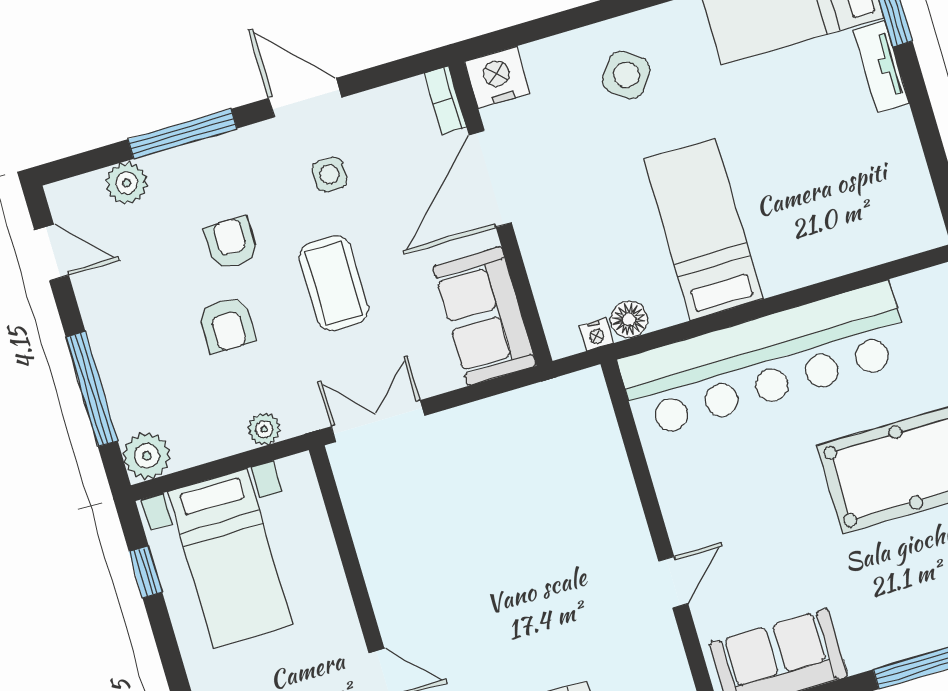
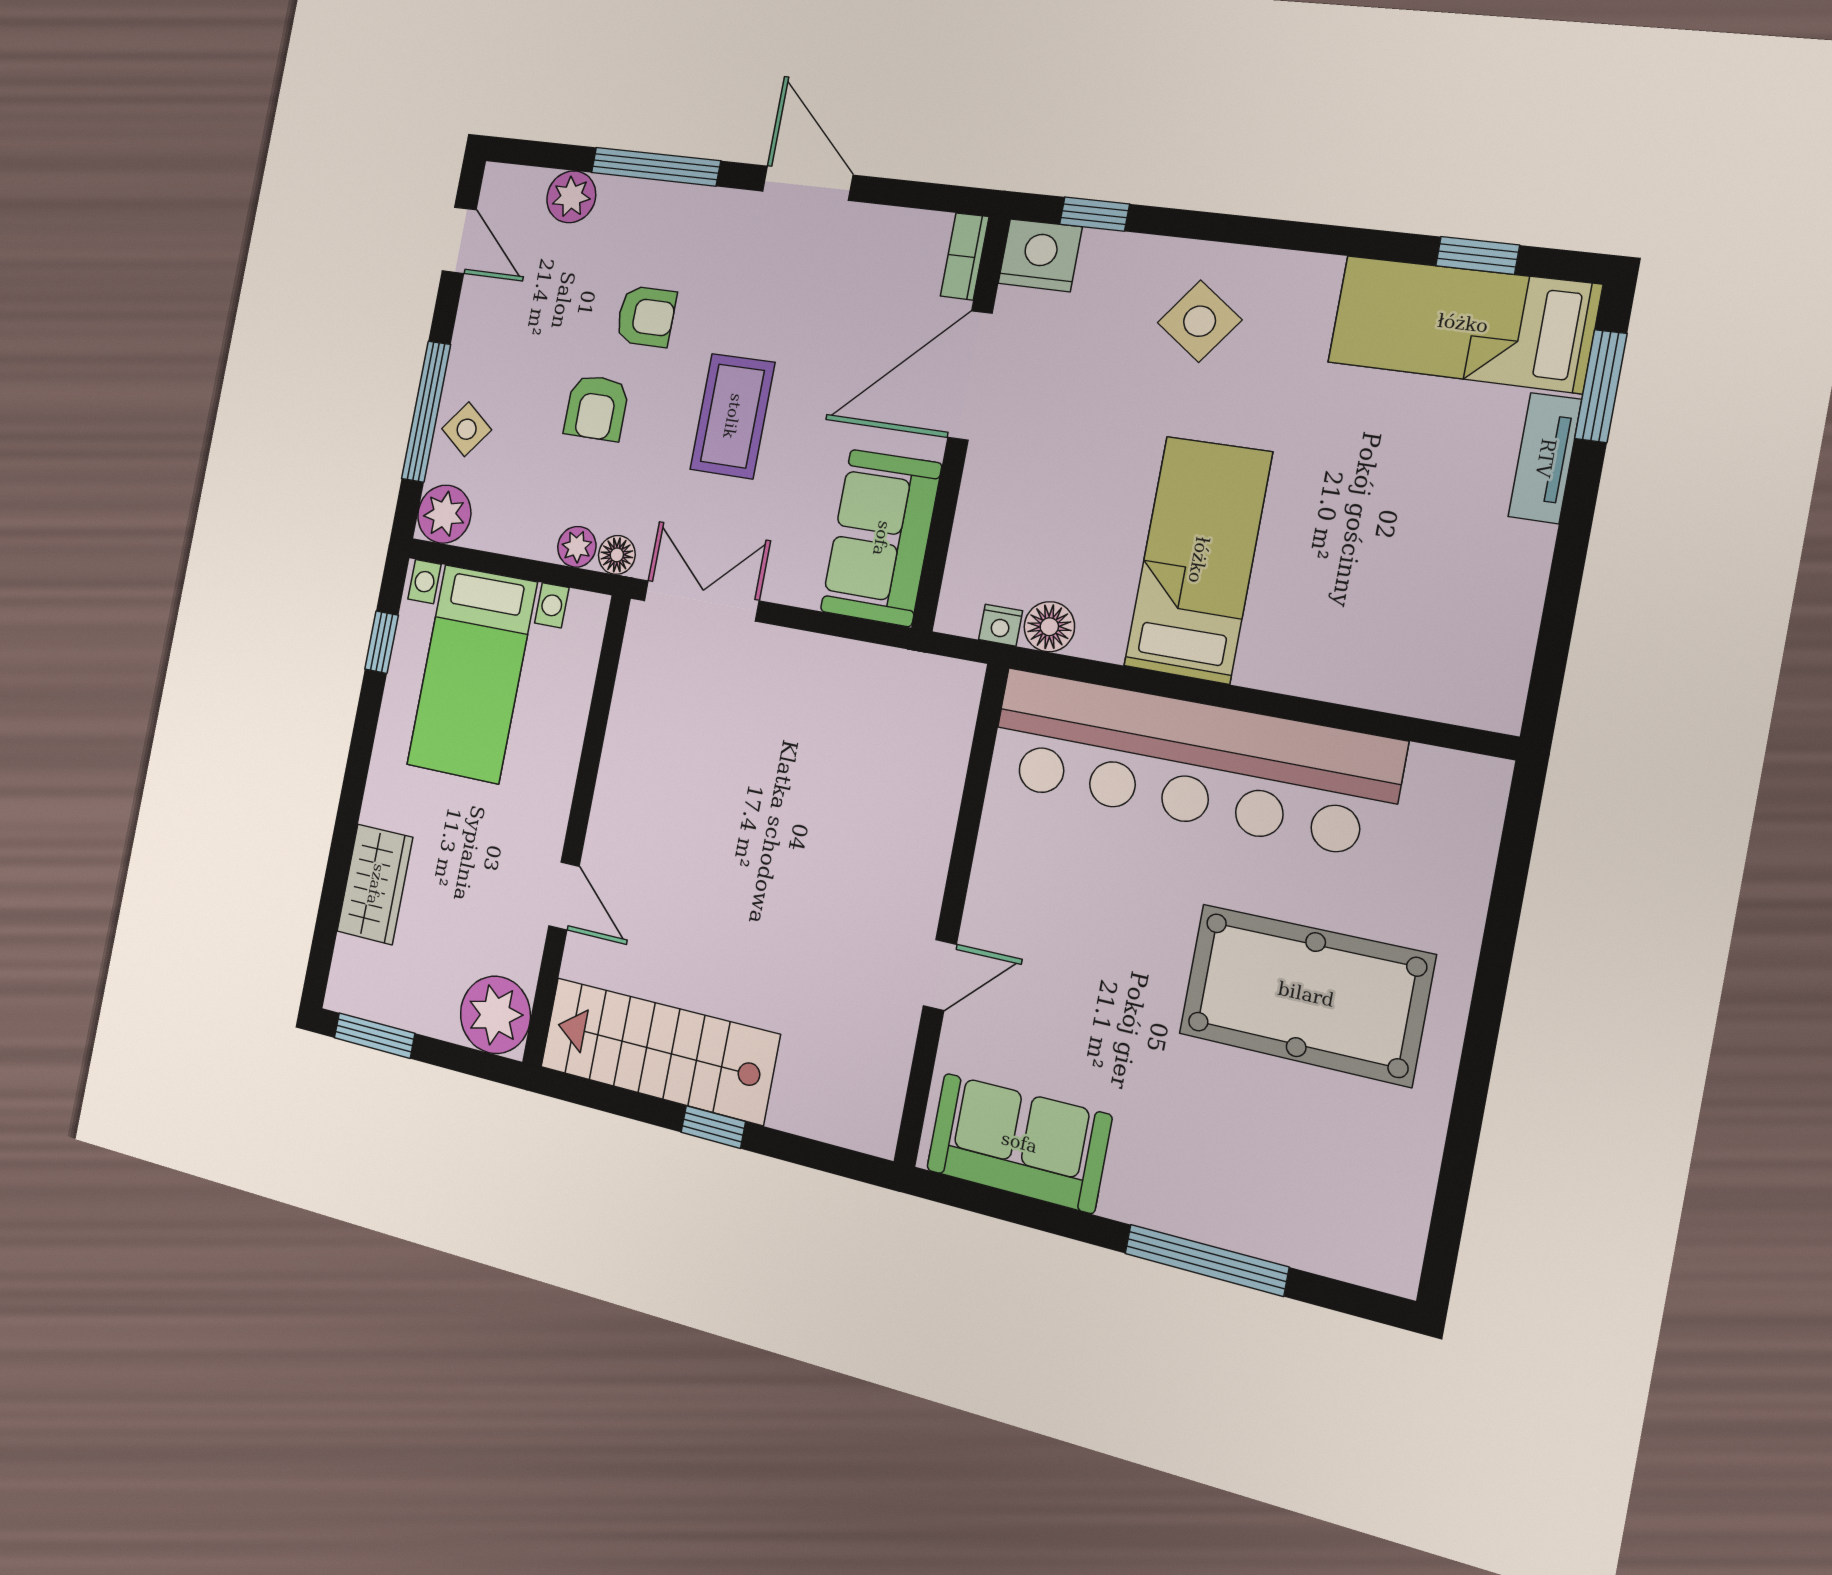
window: (521, 34) -> (1094, 214), added
side table: (330, 174) -> (467, 429), moved, turned 38
armchair: (231, 243) -> (646, 316), turned 90
floor lamp: (298, 420) -> (617, 555), added

